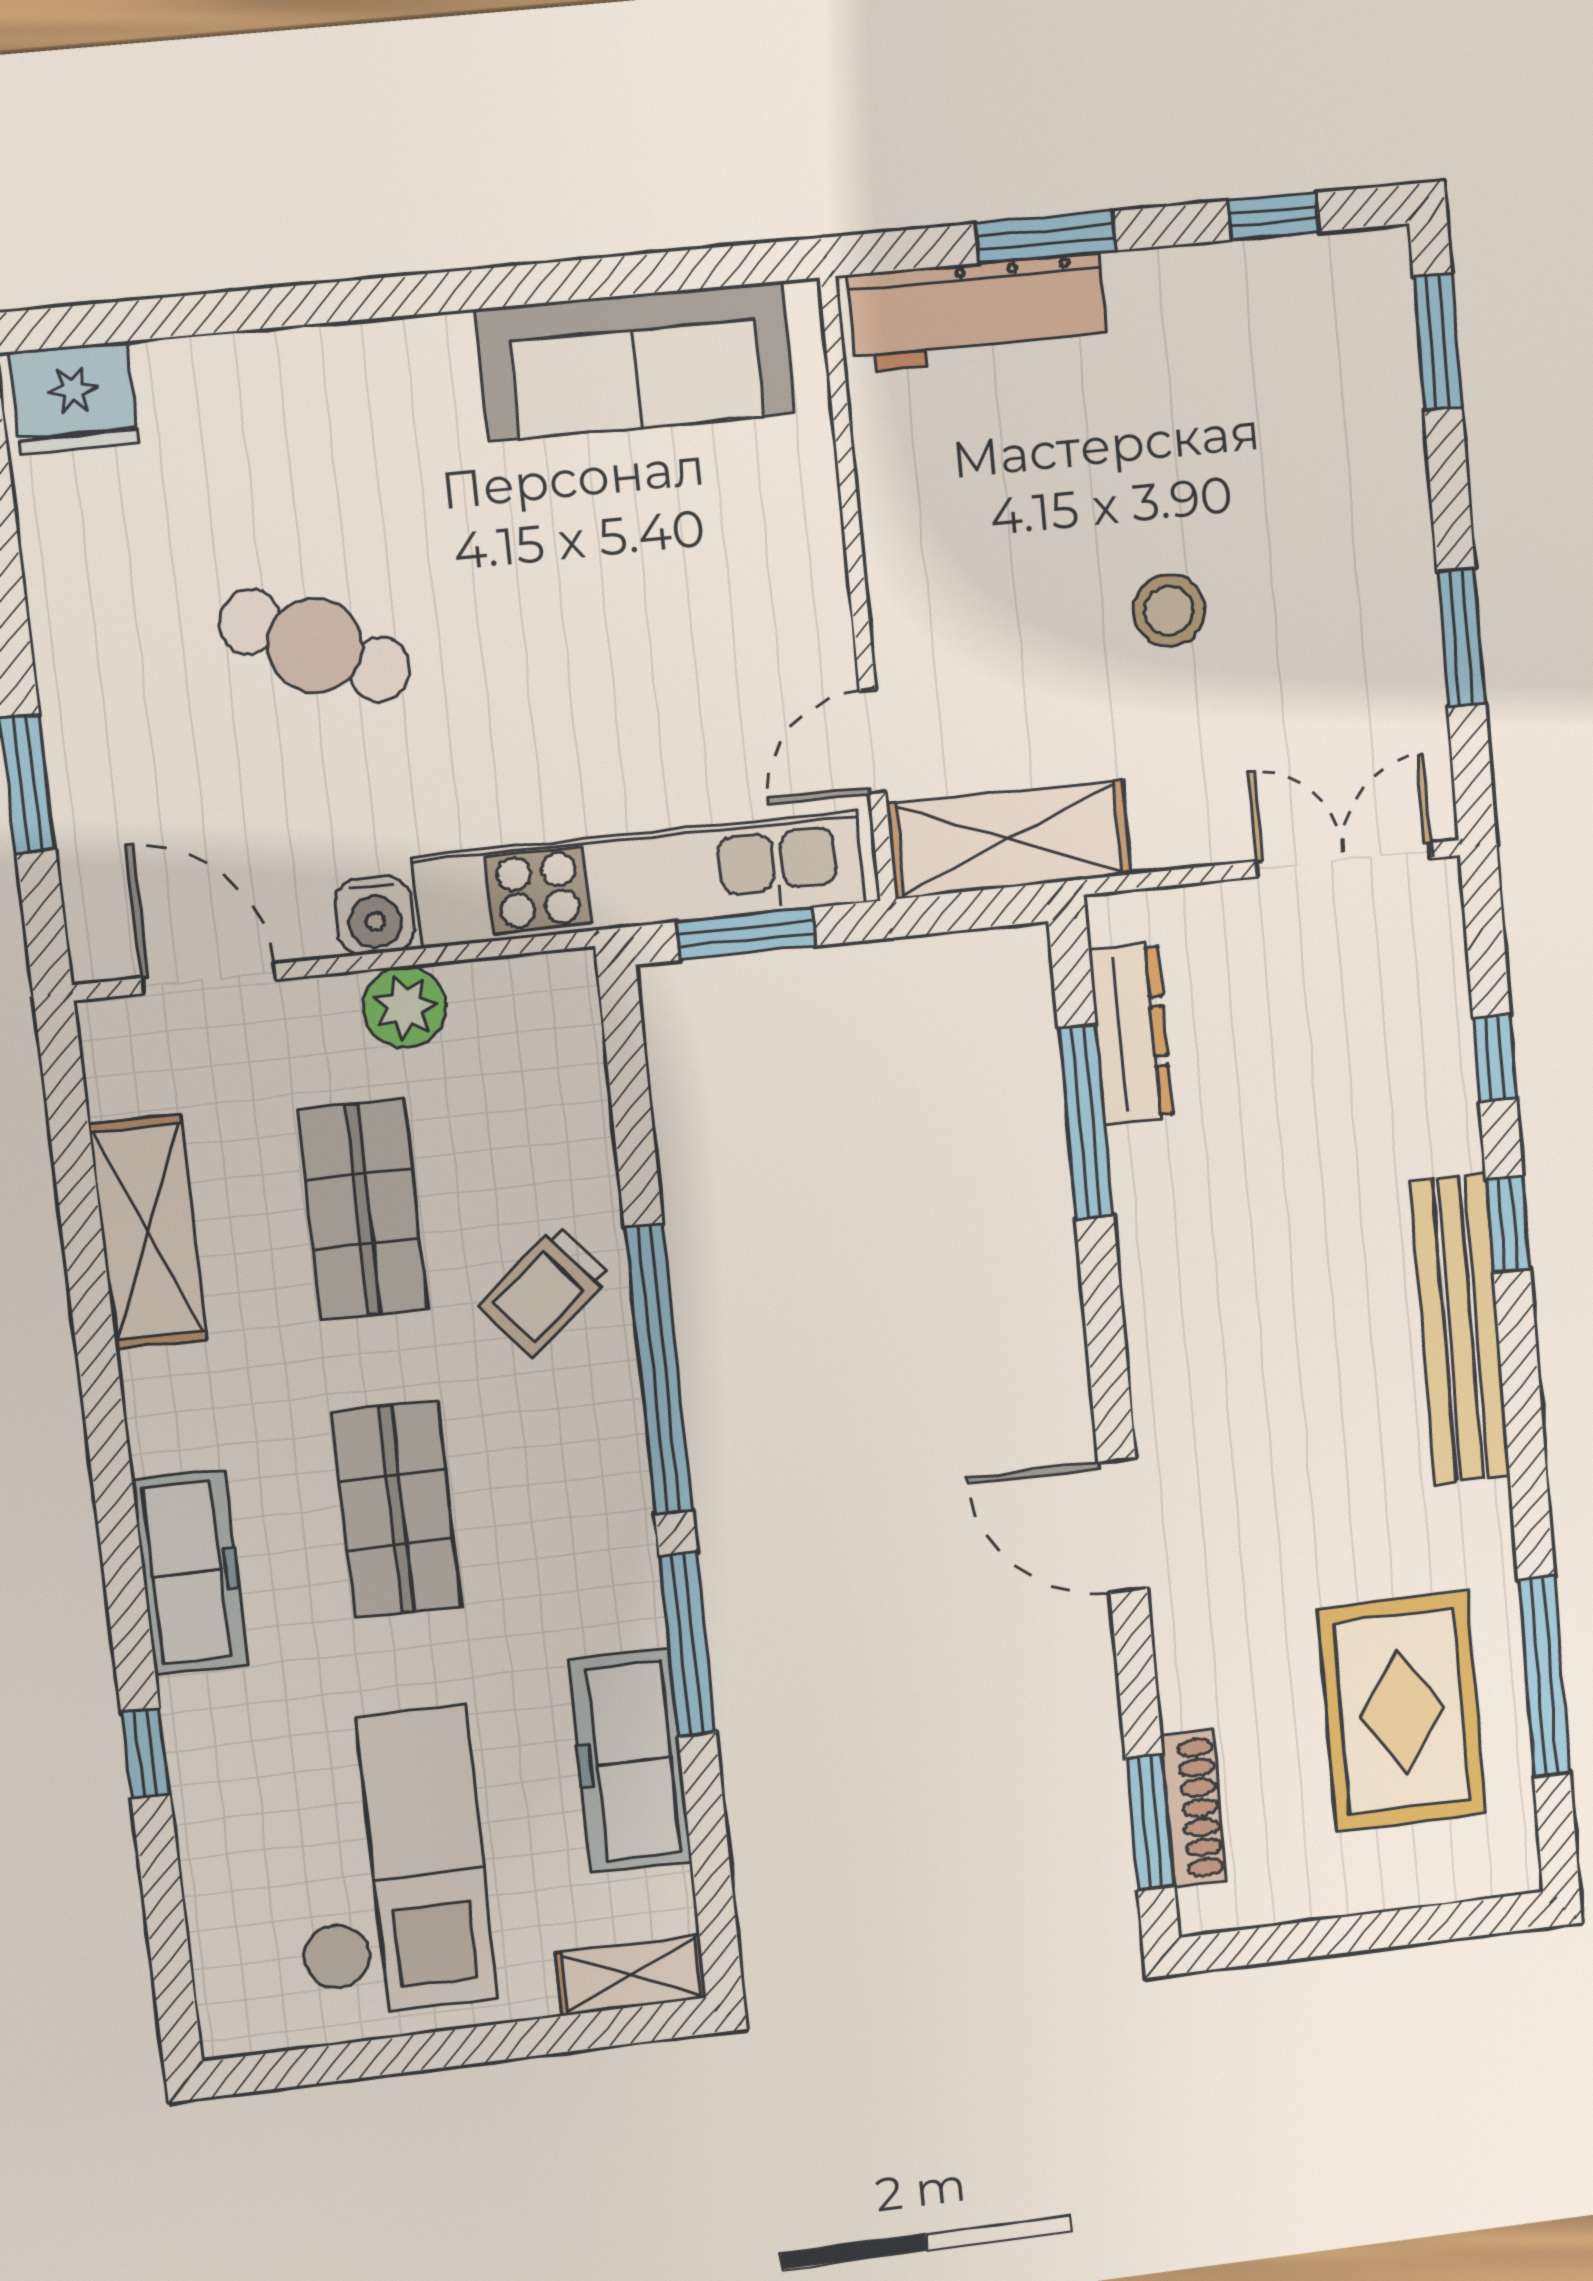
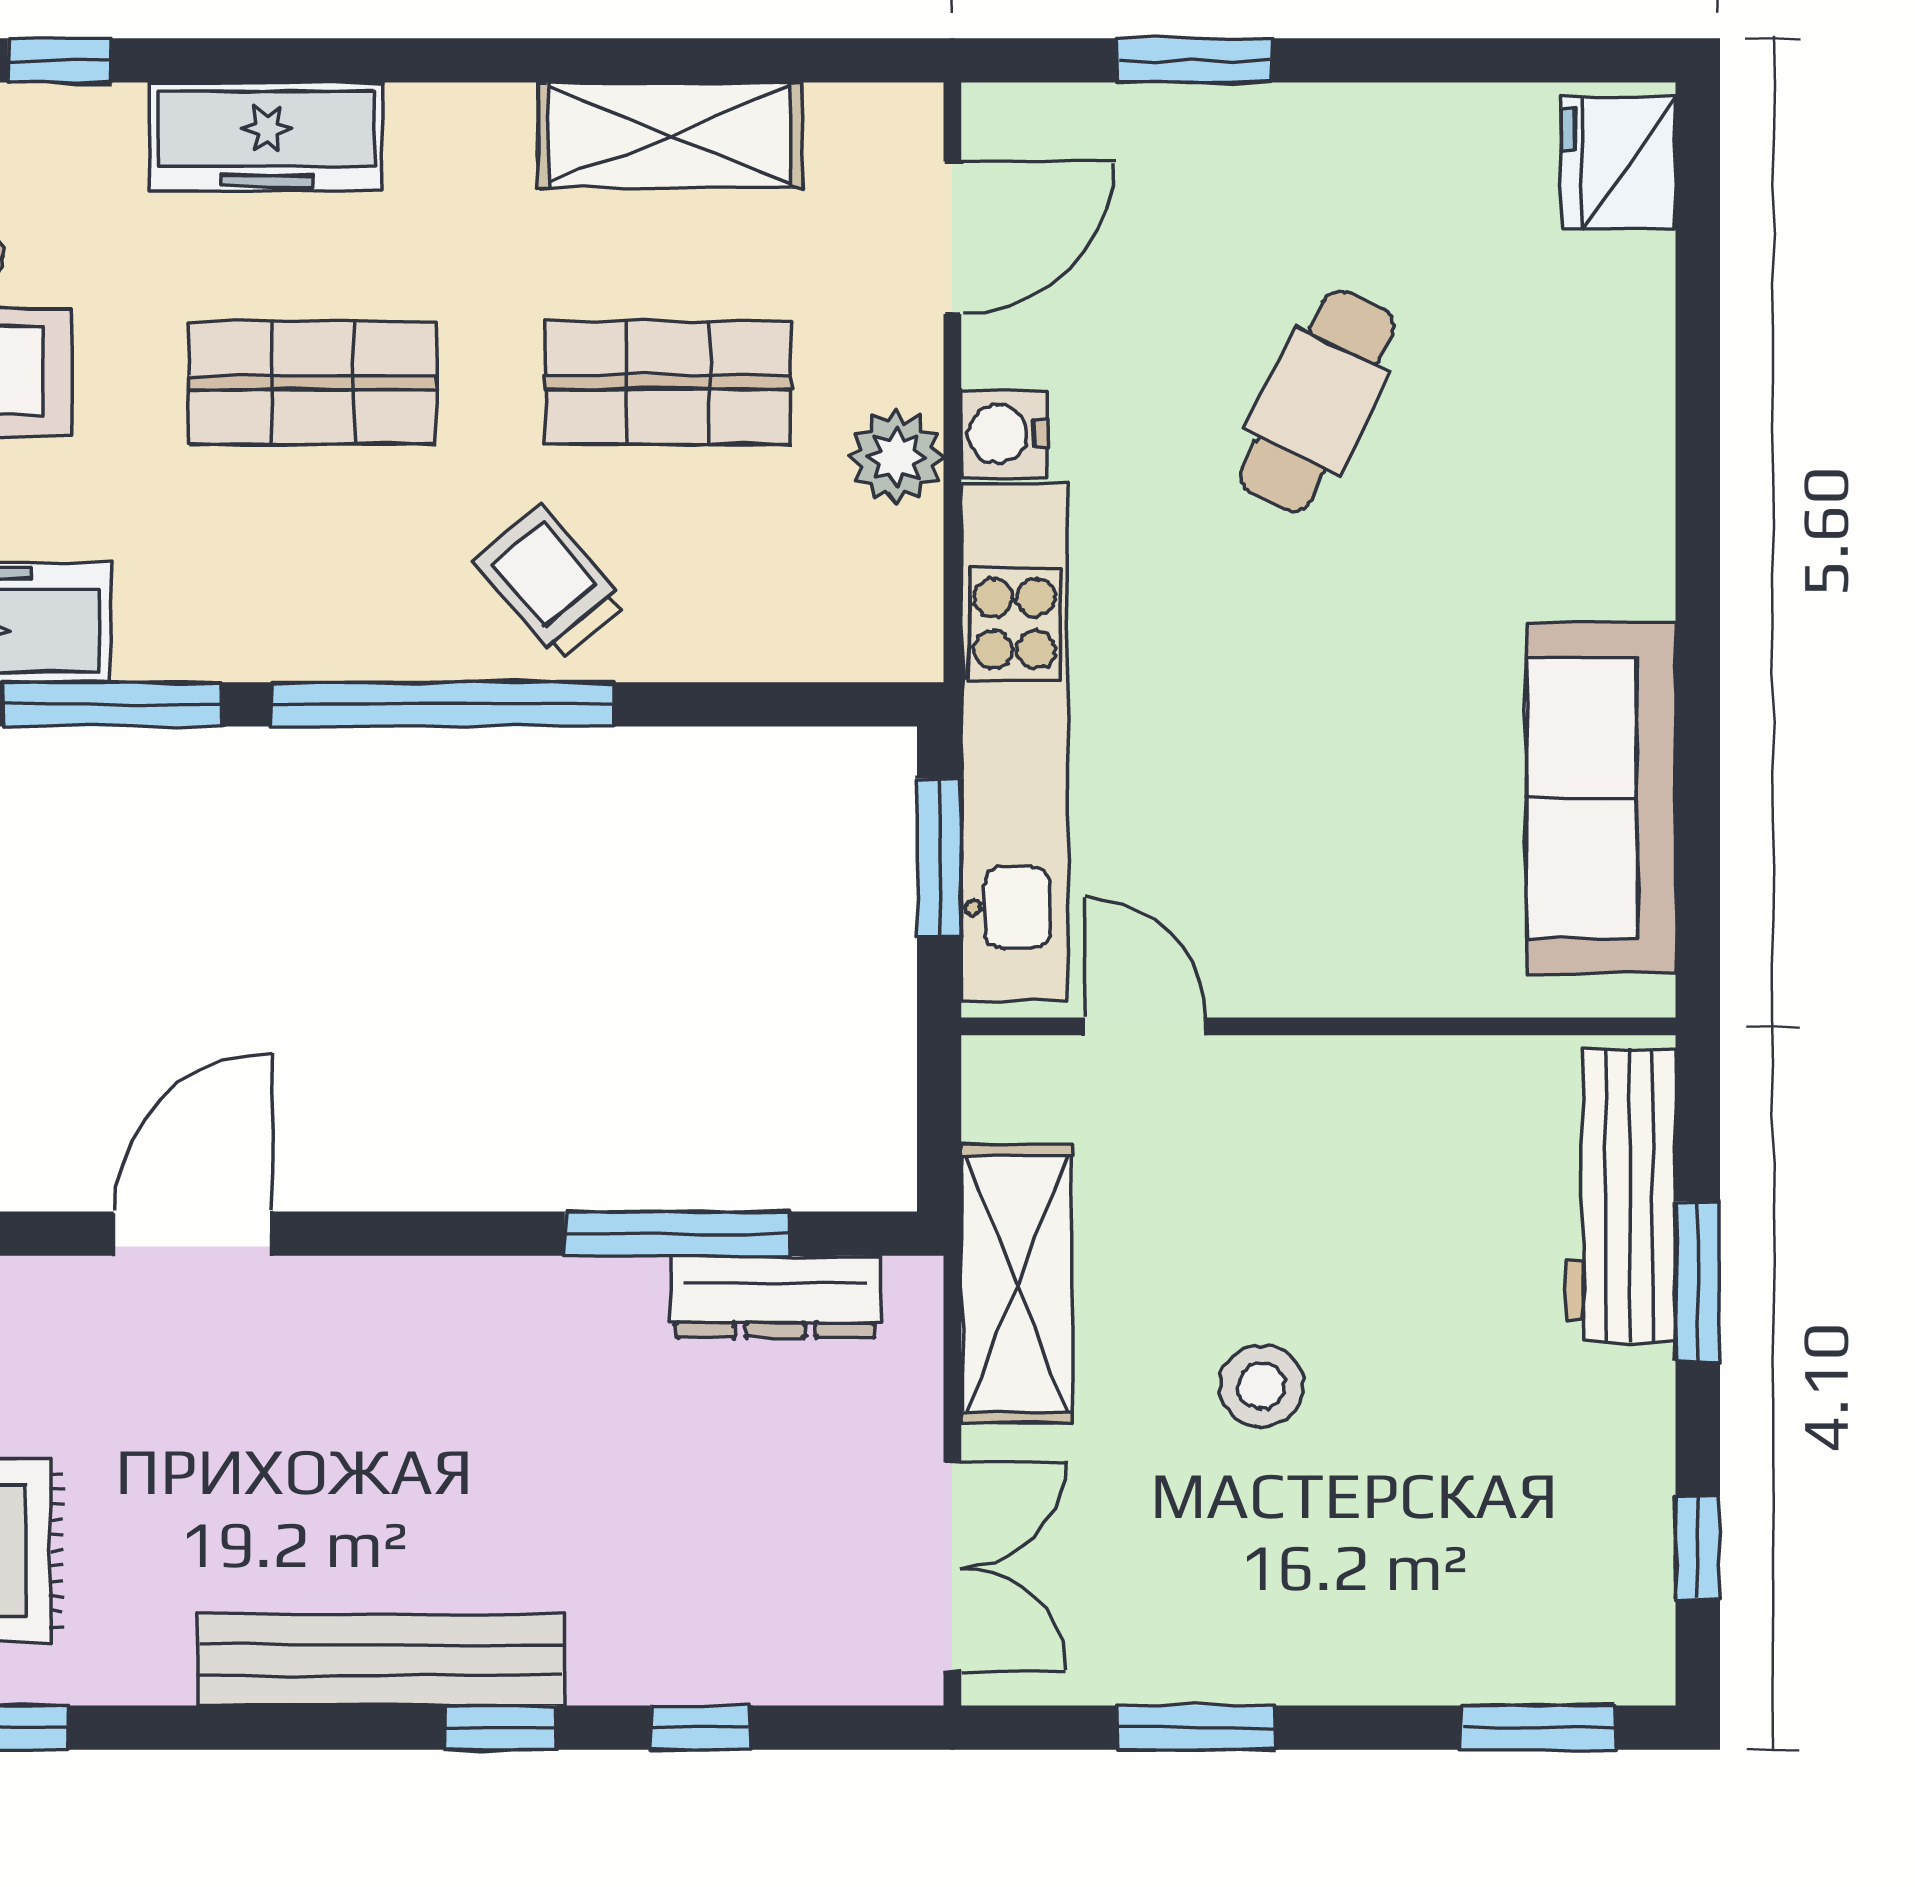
shelving: (1009, 839) -> (1017, 1283), moved

